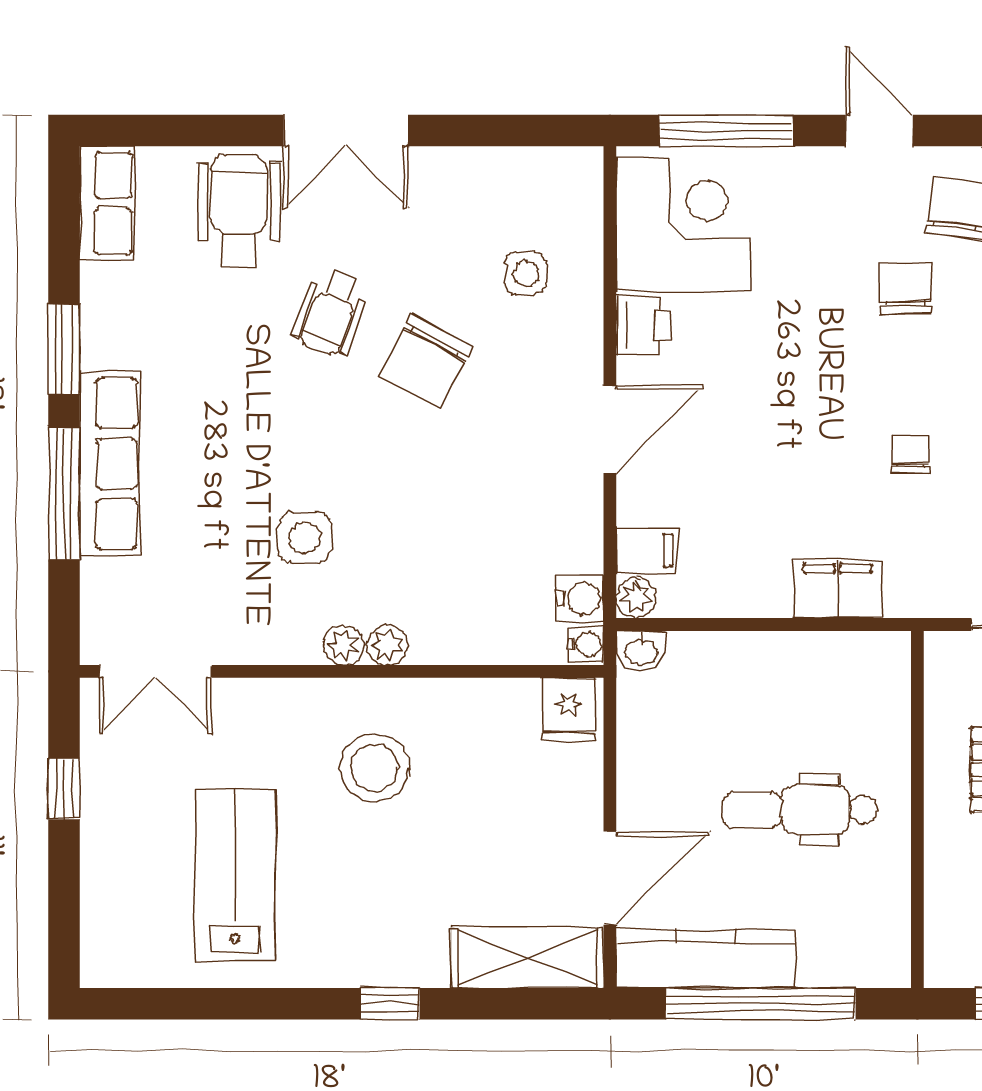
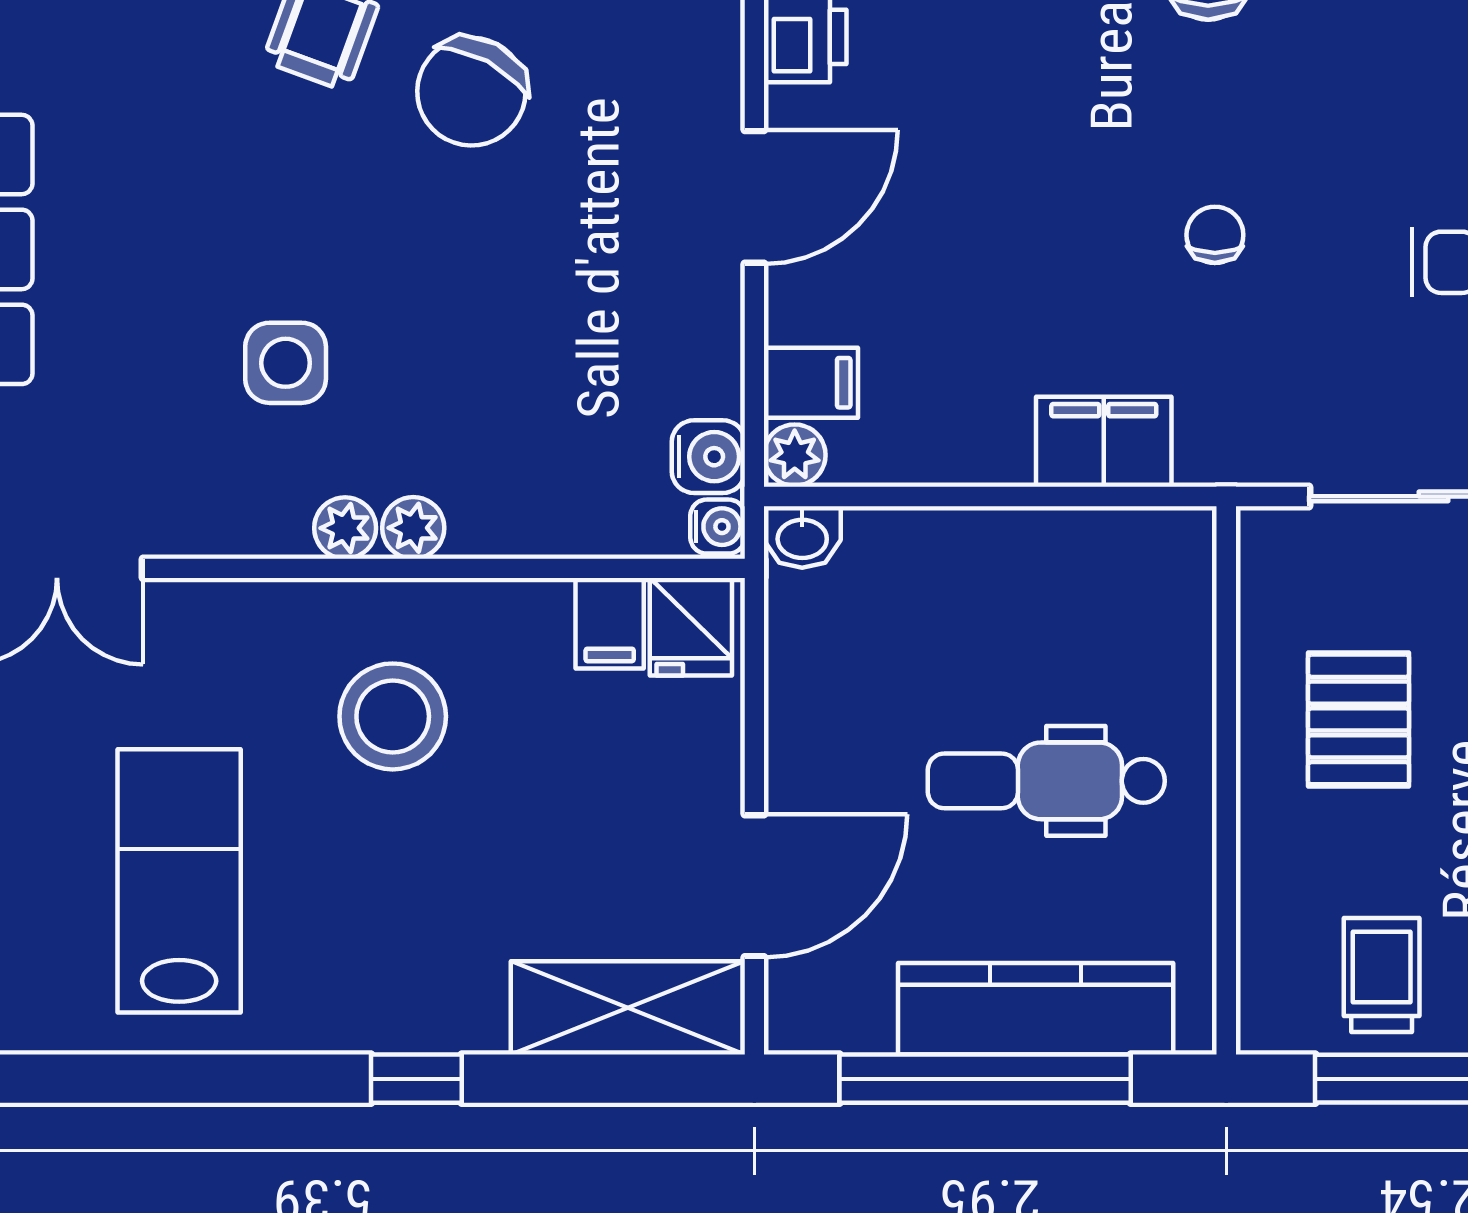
filing cabinet: (516, 707) -> (610, 623), added
kitchen counter: (706, 958) -> (1036, 1009), moved

